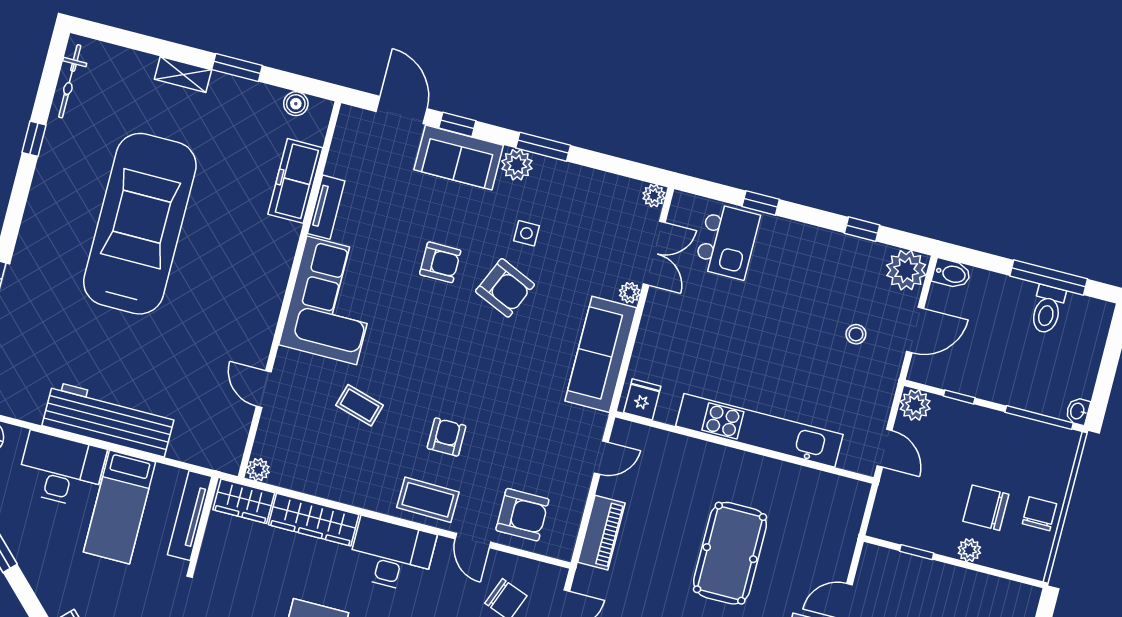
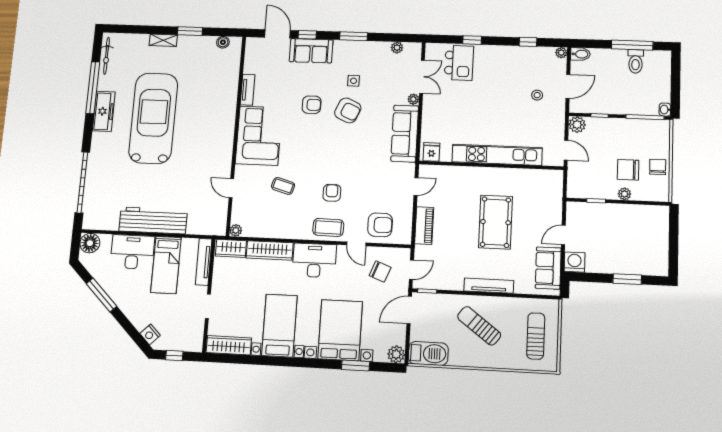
window: (34, 139) -> (93, 88), width x3.17
plant: (517, 165) -> (342, 48), removed
freezer: (295, 181) -> (104, 111), moved, turned 180
plant: (654, 196) -> (397, 48), moved
plant: (906, 270) -> (561, 53), width x0.53, depth x0.53

